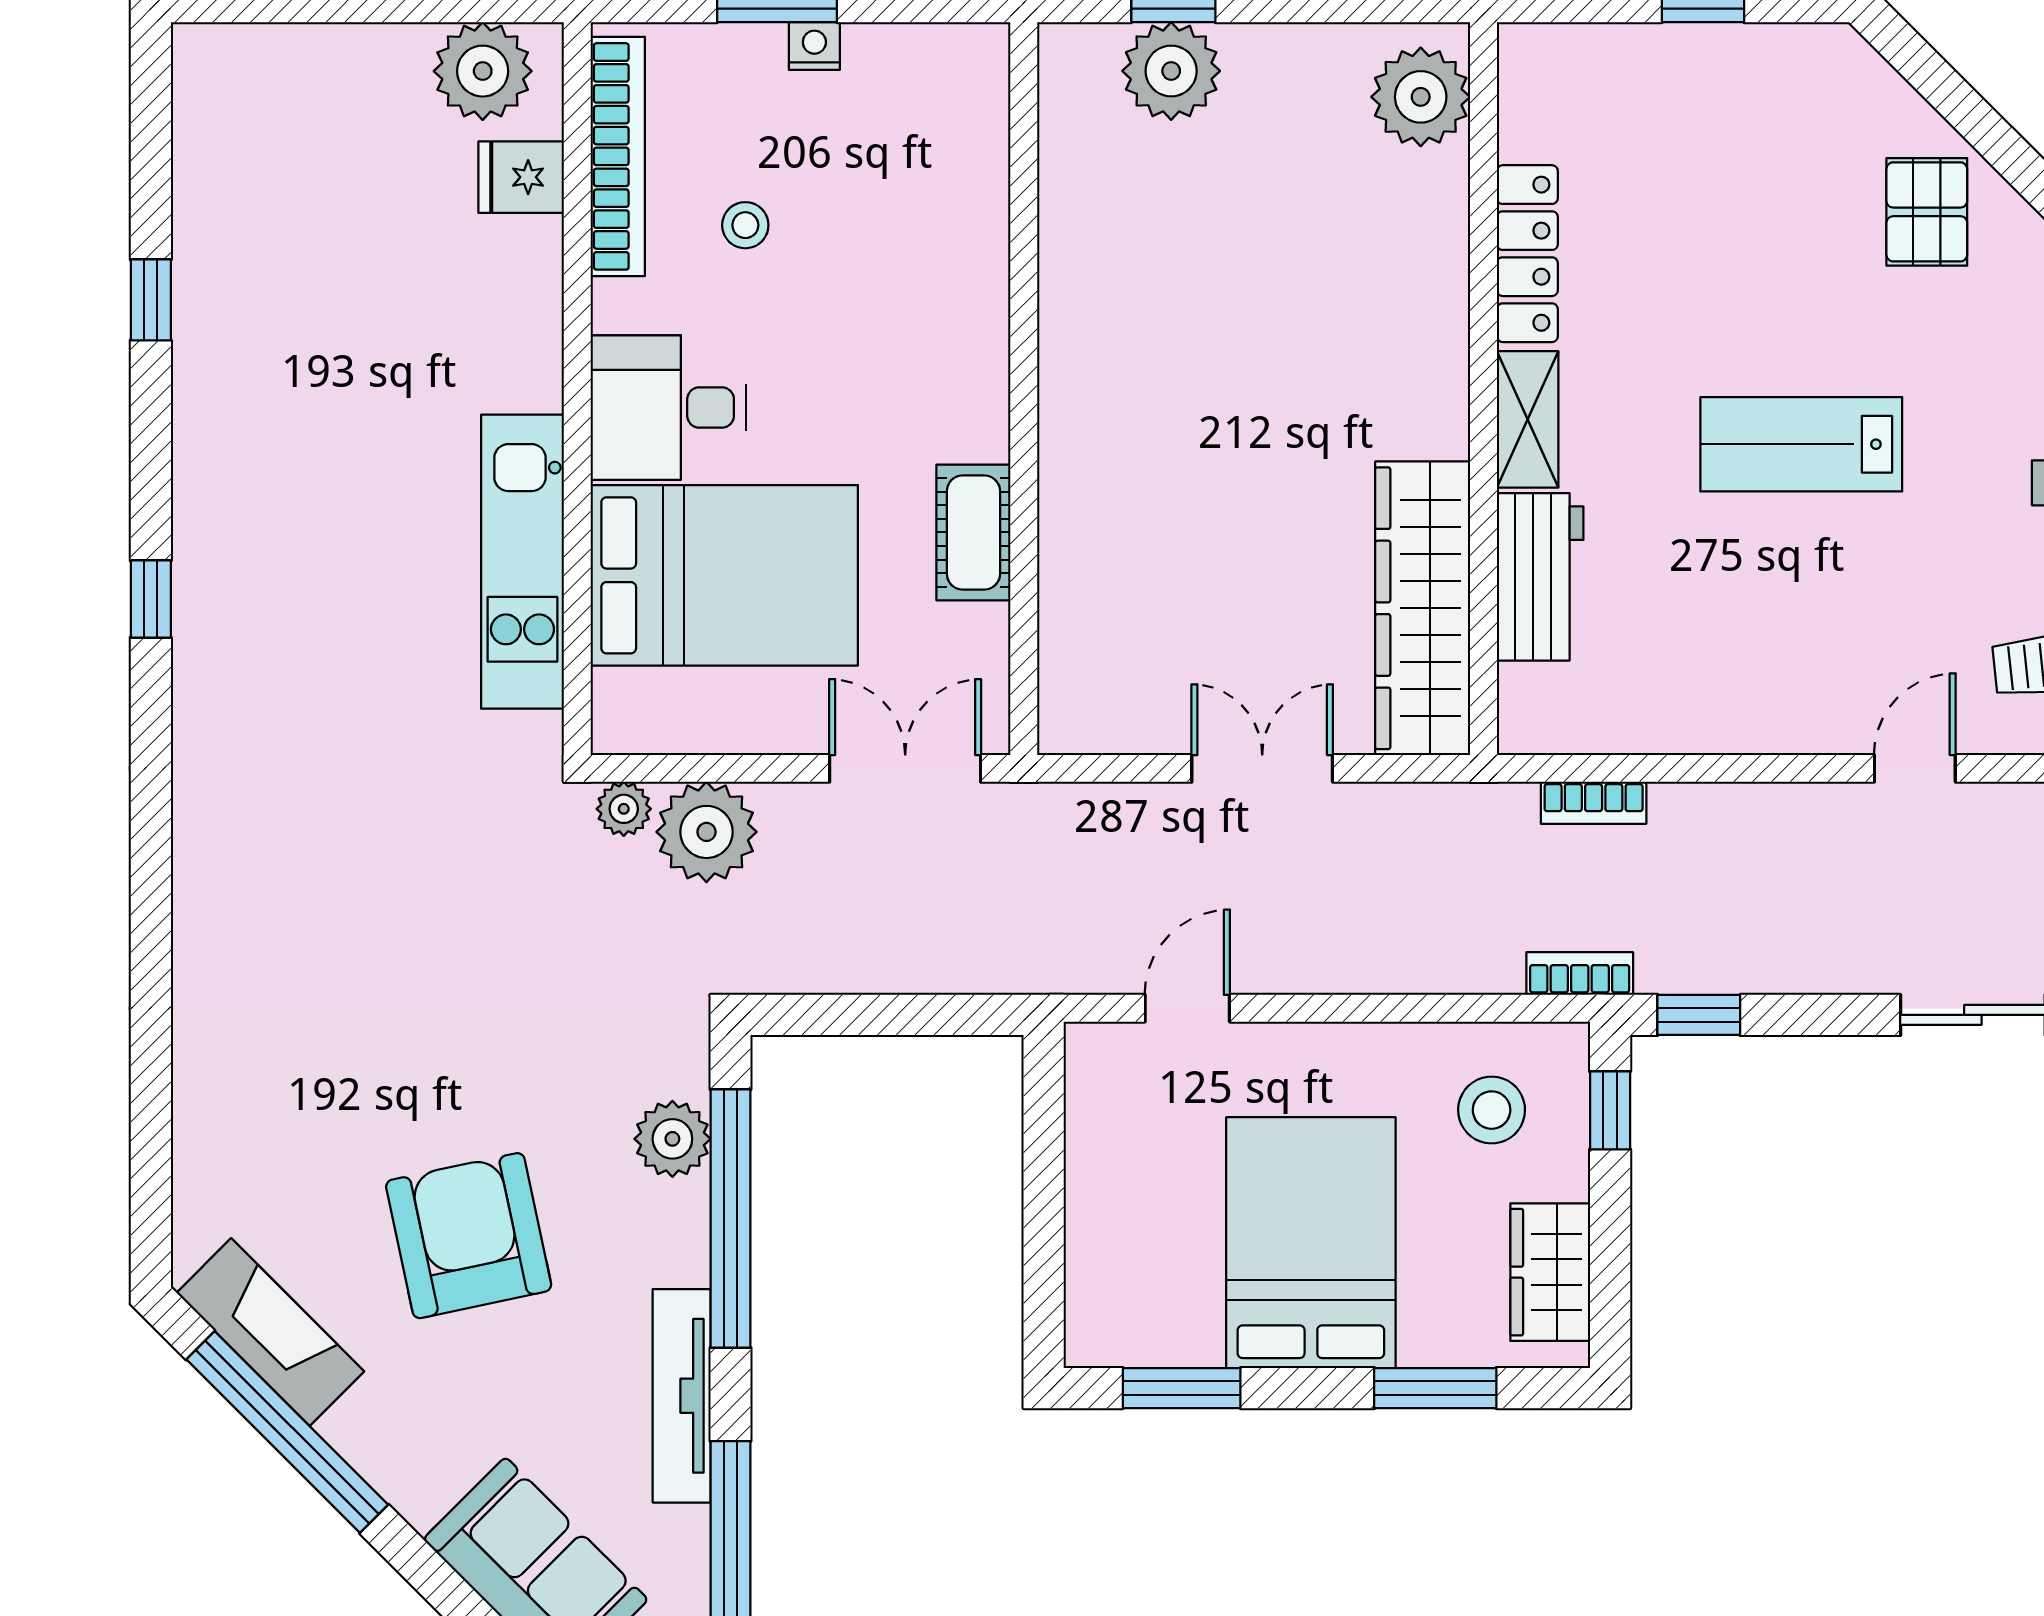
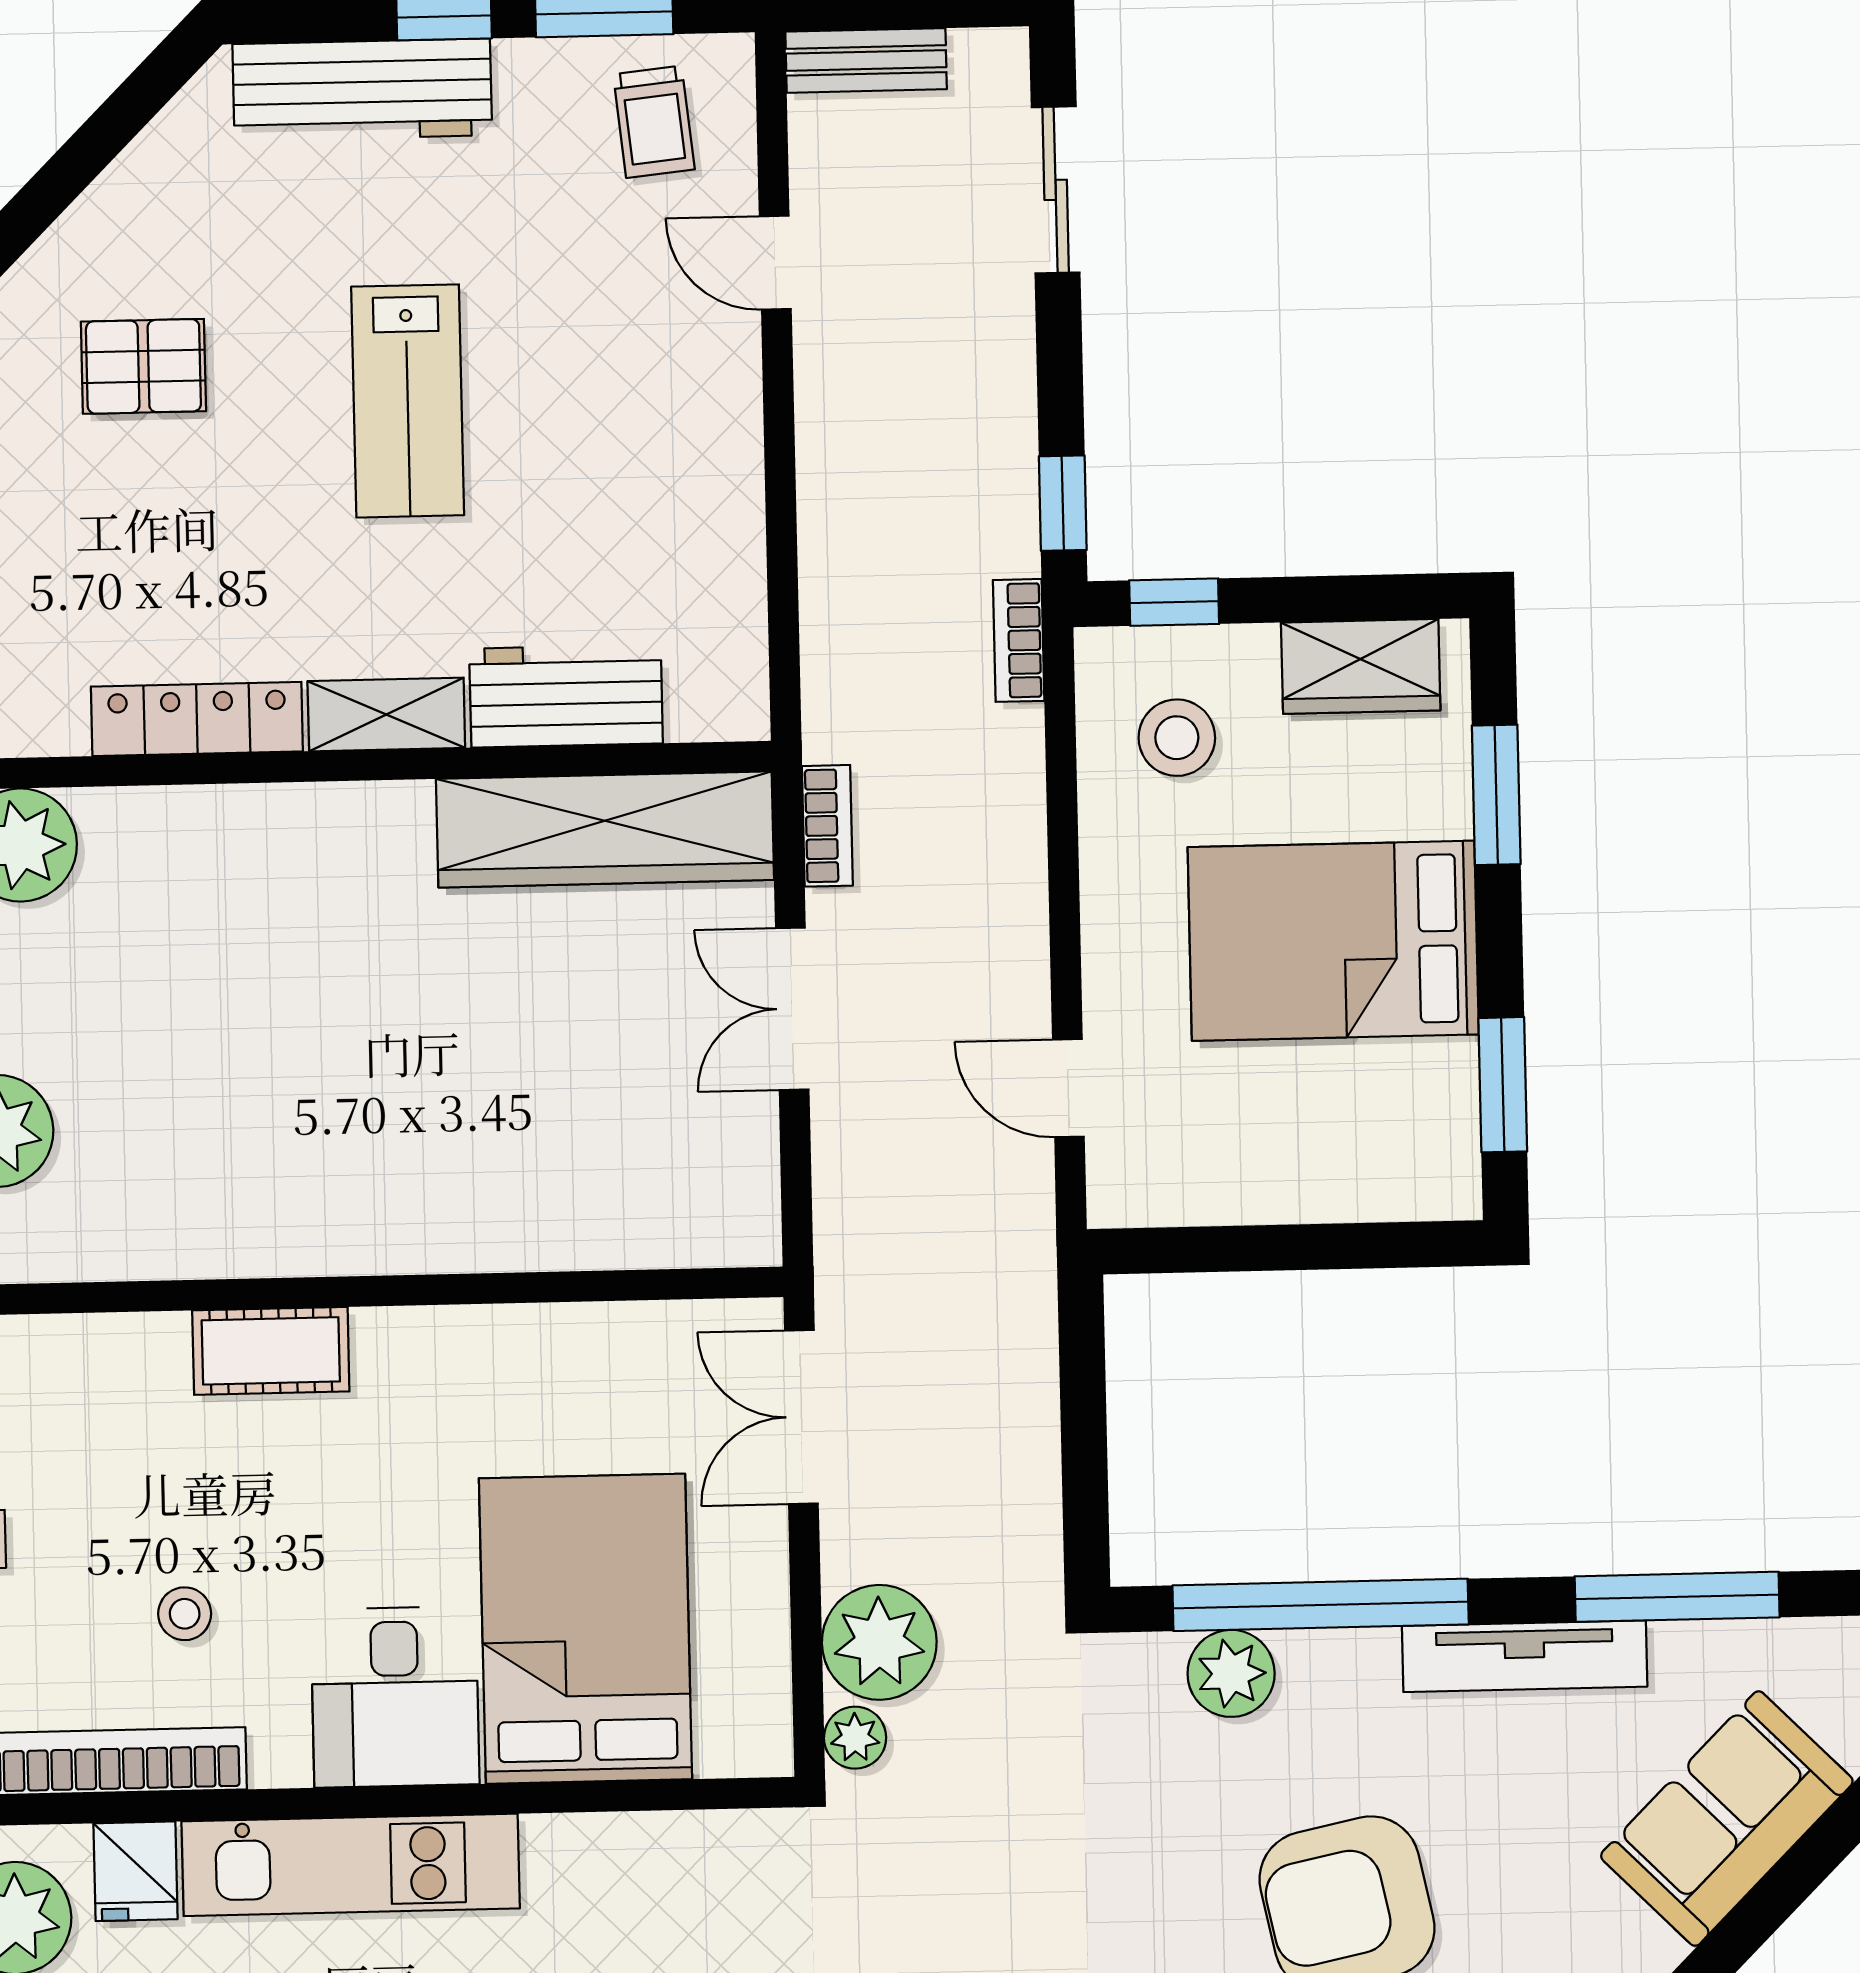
pallet: (1927, 212) -> (143, 366), moved
cot: (973, 532) -> (271, 1351), moved
kitchen unit: (522, 562) -> (351, 1865), moved
bookcase: (1594, 803) -> (827, 826), moved

